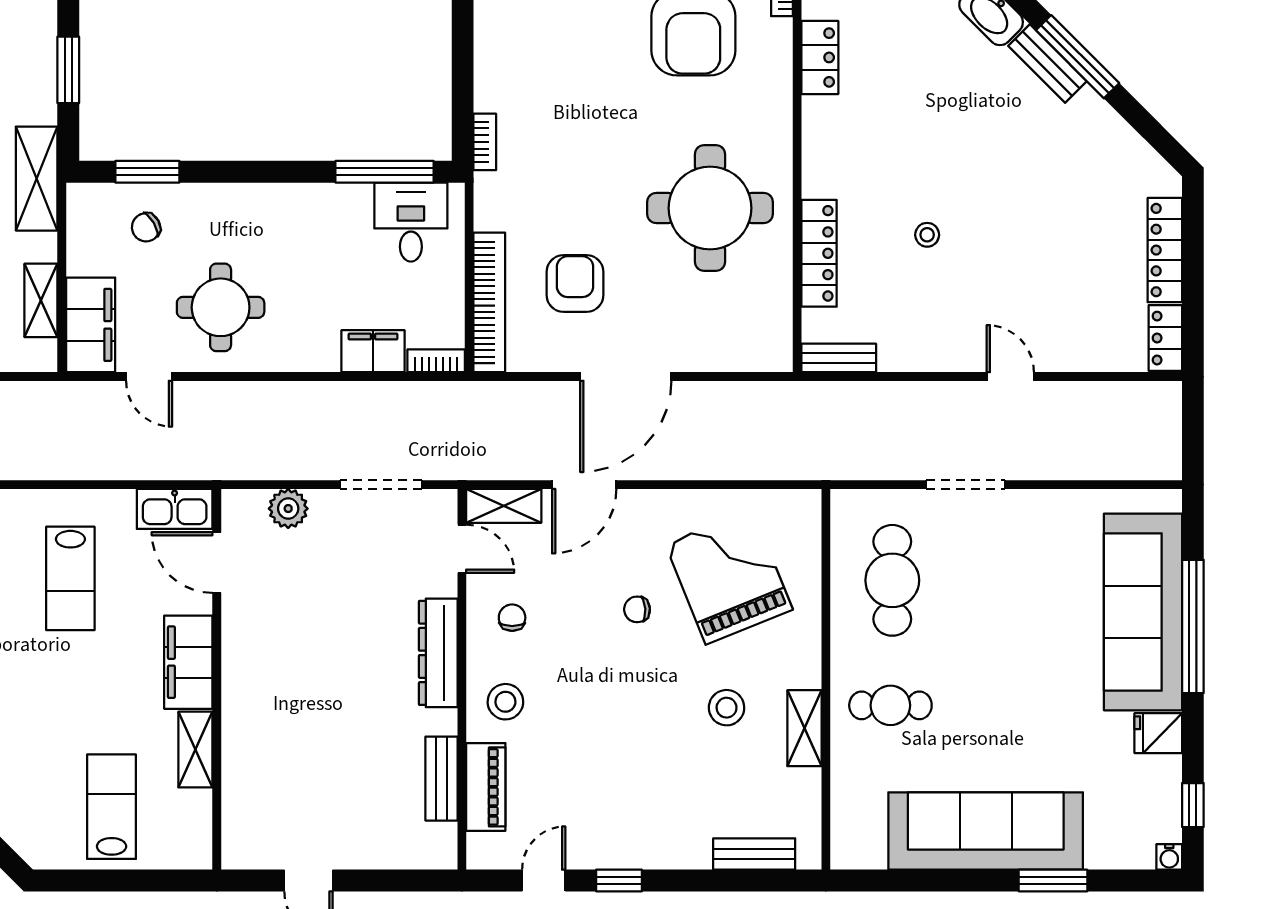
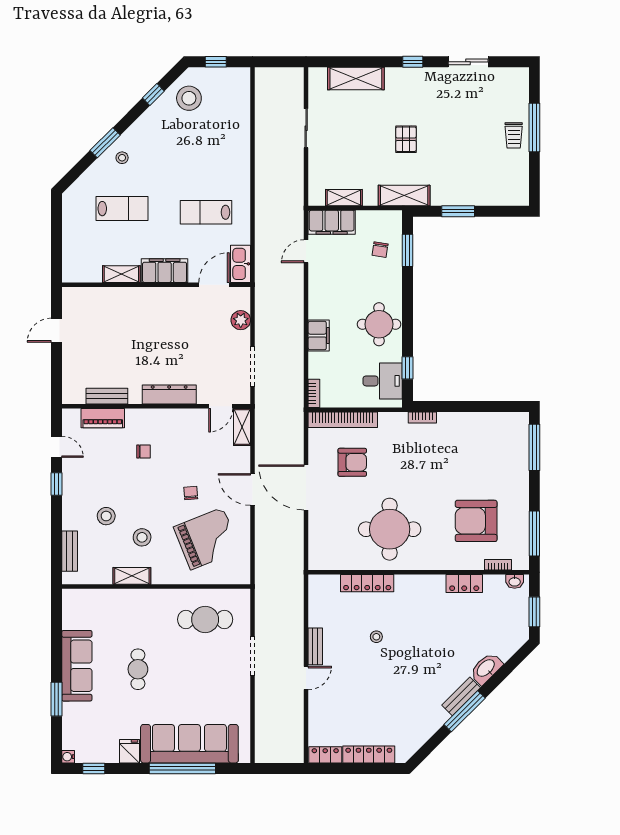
window: (385, 172) -> (408, 368), width x0.46
chair: (146, 227) -> (380, 250), turned -141
round table: (221, 307) -> (379, 324), moved
filing cabinet: (373, 351) -> (319, 336), moved
bench: (839, 358) -> (315, 646), moved
door: (584, 485) -> (253, 490), moved
chair: (512, 618) -> (144, 452), moved
stool: (505, 702) -> (106, 516), moved
cafe table: (890, 705) -> (138, 669), moved
lab bench: (112, 807) -> (122, 209), moved
sofa: (986, 831) -> (77, 666), width x0.74, depth x0.79

